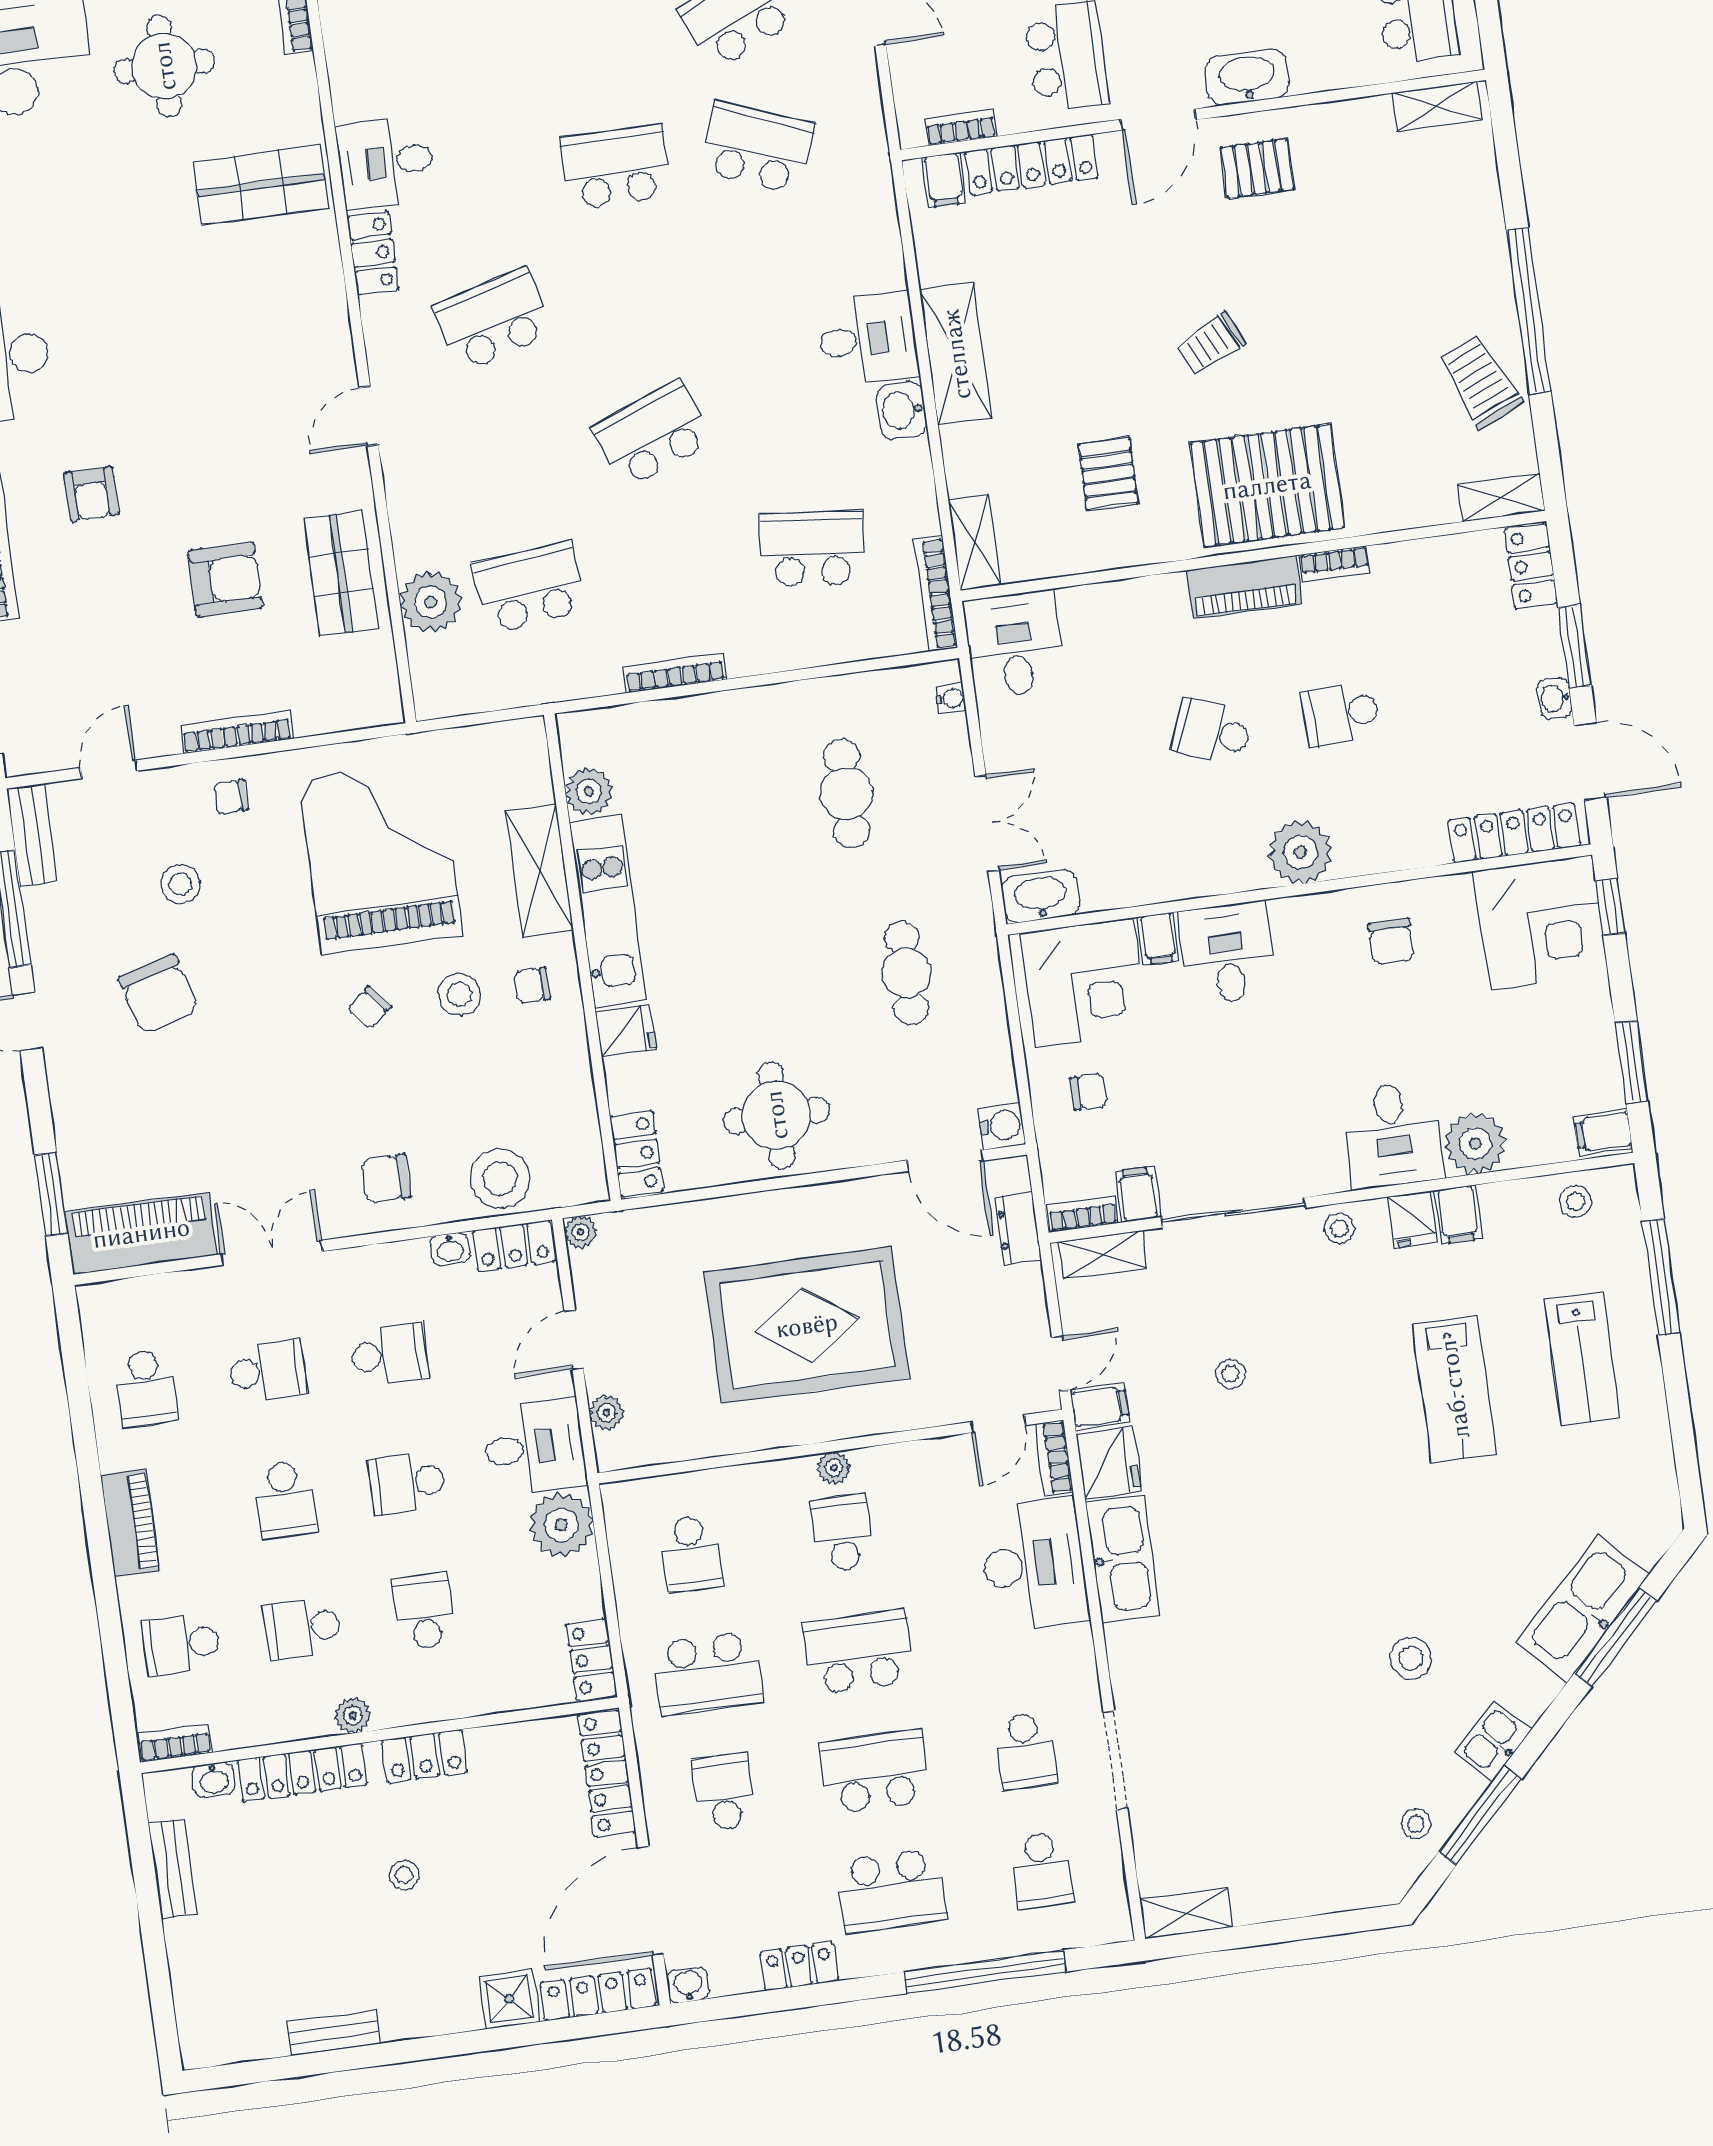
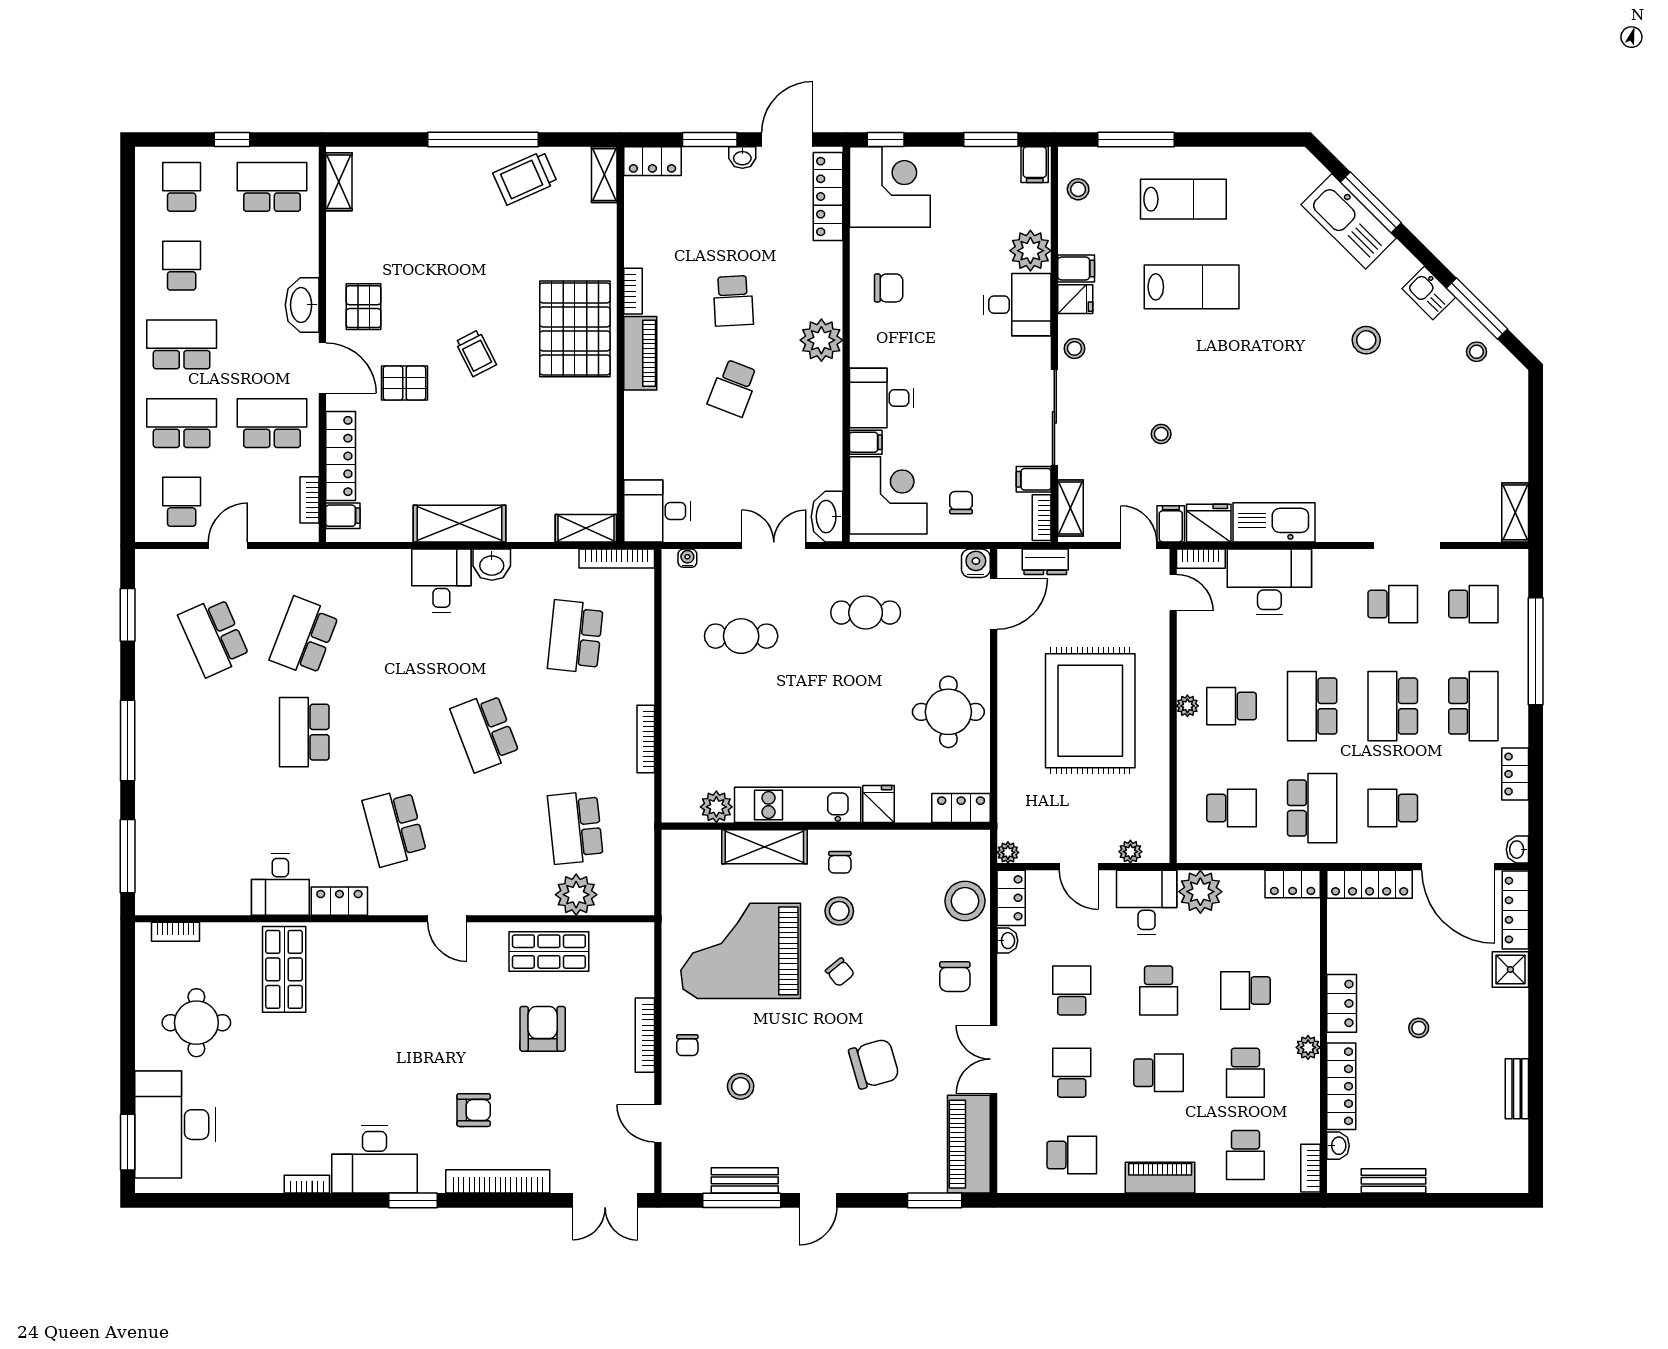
pallet: (1108, 474) -> (404, 383), moved
bench: (32, 835) -> (745, 1180), moved
chair: (159, 994) -> (874, 1064), moved

